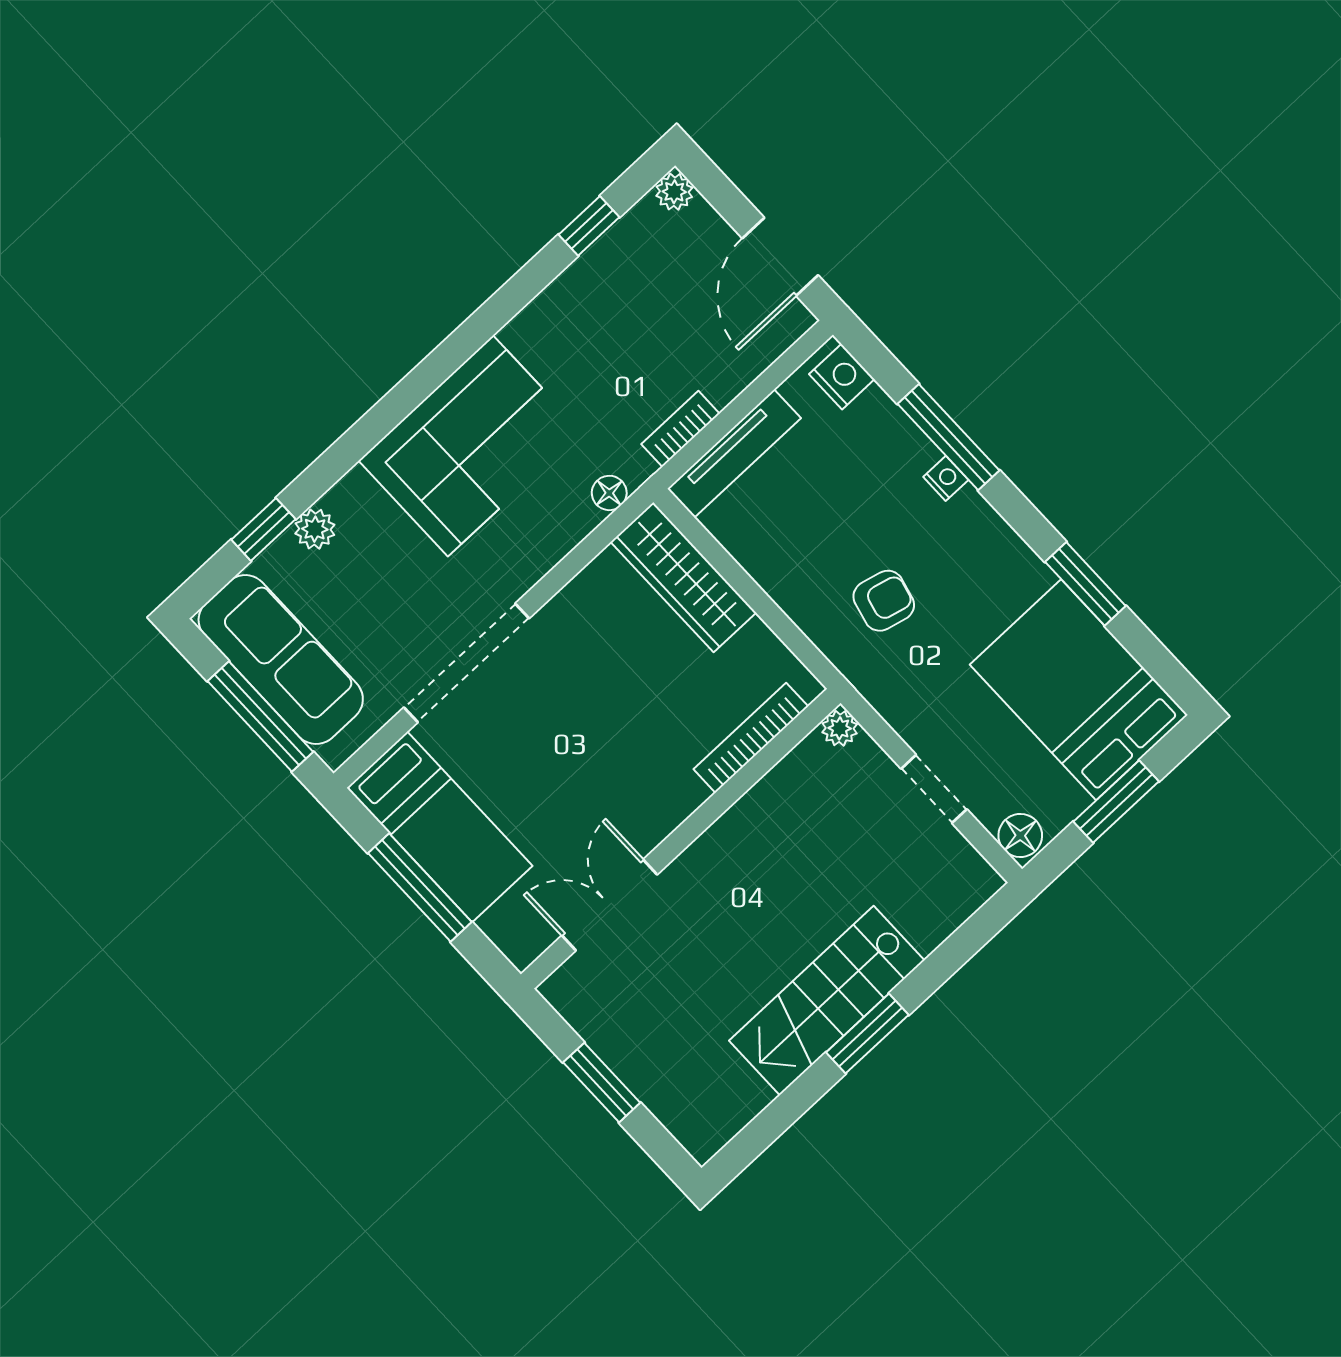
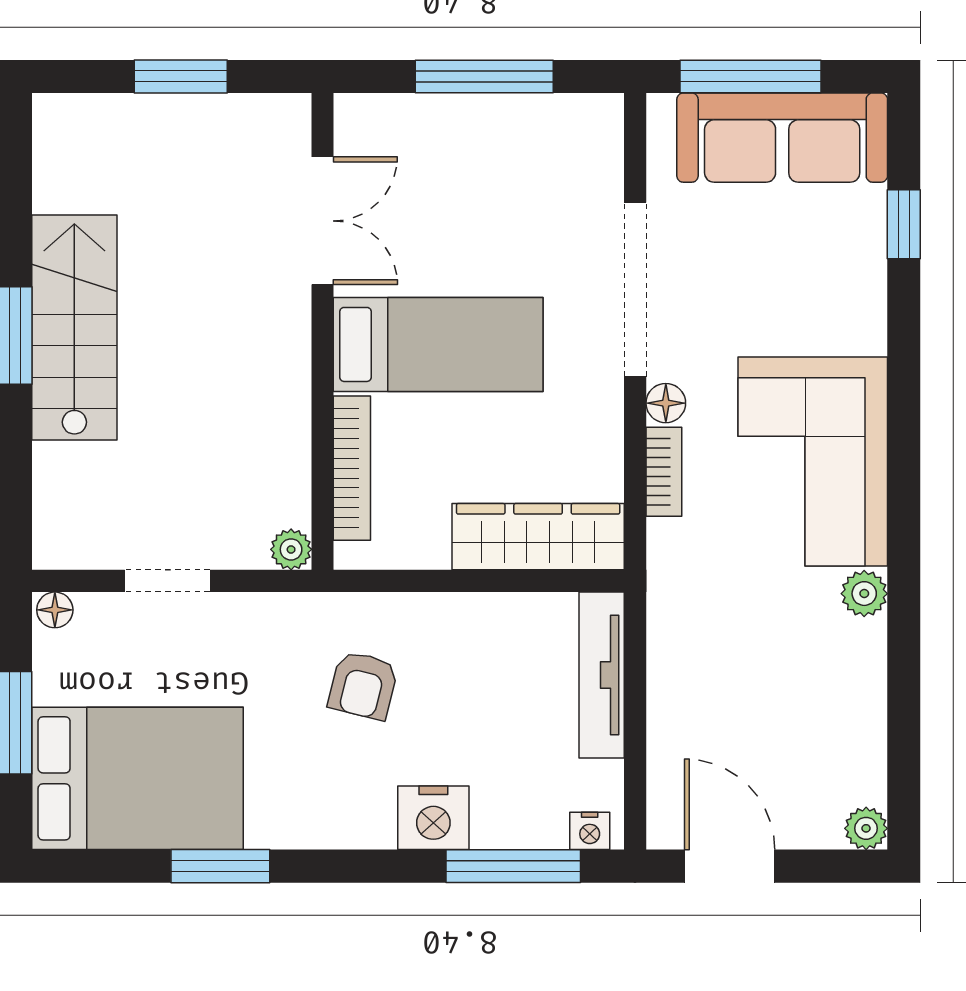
window: (589, 226) -> (904, 731), removed
nightstand: (842, 377) -> (590, 831), width x0.72, depth x0.74
bookcase: (680, 429) -> (664, 472), moved
window: (948, 437) -> (513, 866), moved
nightstand: (946, 478) -> (433, 818), width x1.89, depth x1.79
floor lamp: (609, 493) -> (666, 403), moved
plant: (315, 529) -> (864, 594), moved
bed: (440, 827) -> (438, 344), moved, turned 180
floor lamp: (1020, 836) -> (55, 610), width x0.73, depth x0.73

